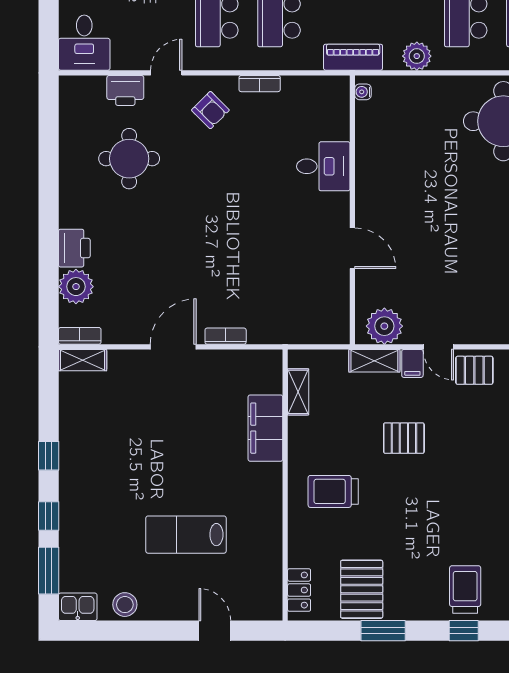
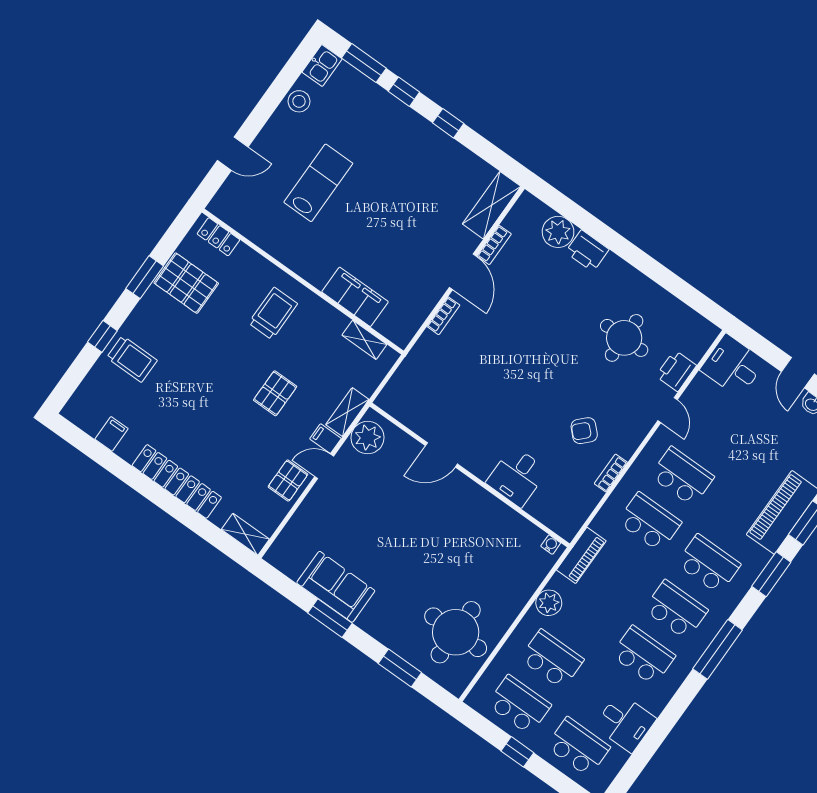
armchair: (210, 110) -> (584, 431), moved
bookcase: (80, 336) -> (494, 245), moved
shelving: (83, 360) -> (492, 205), width x1.50, depth x1.33

